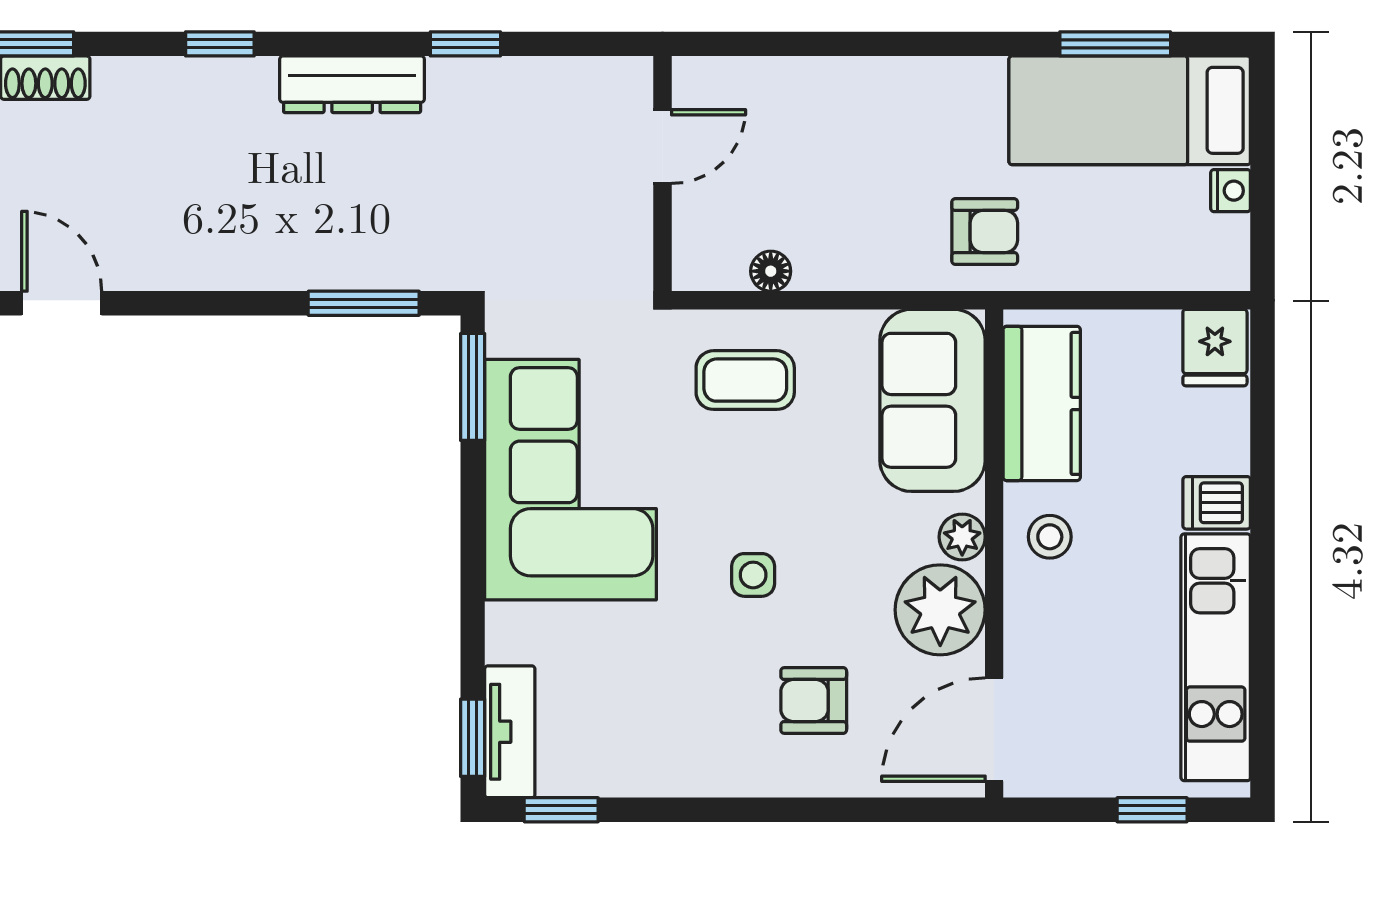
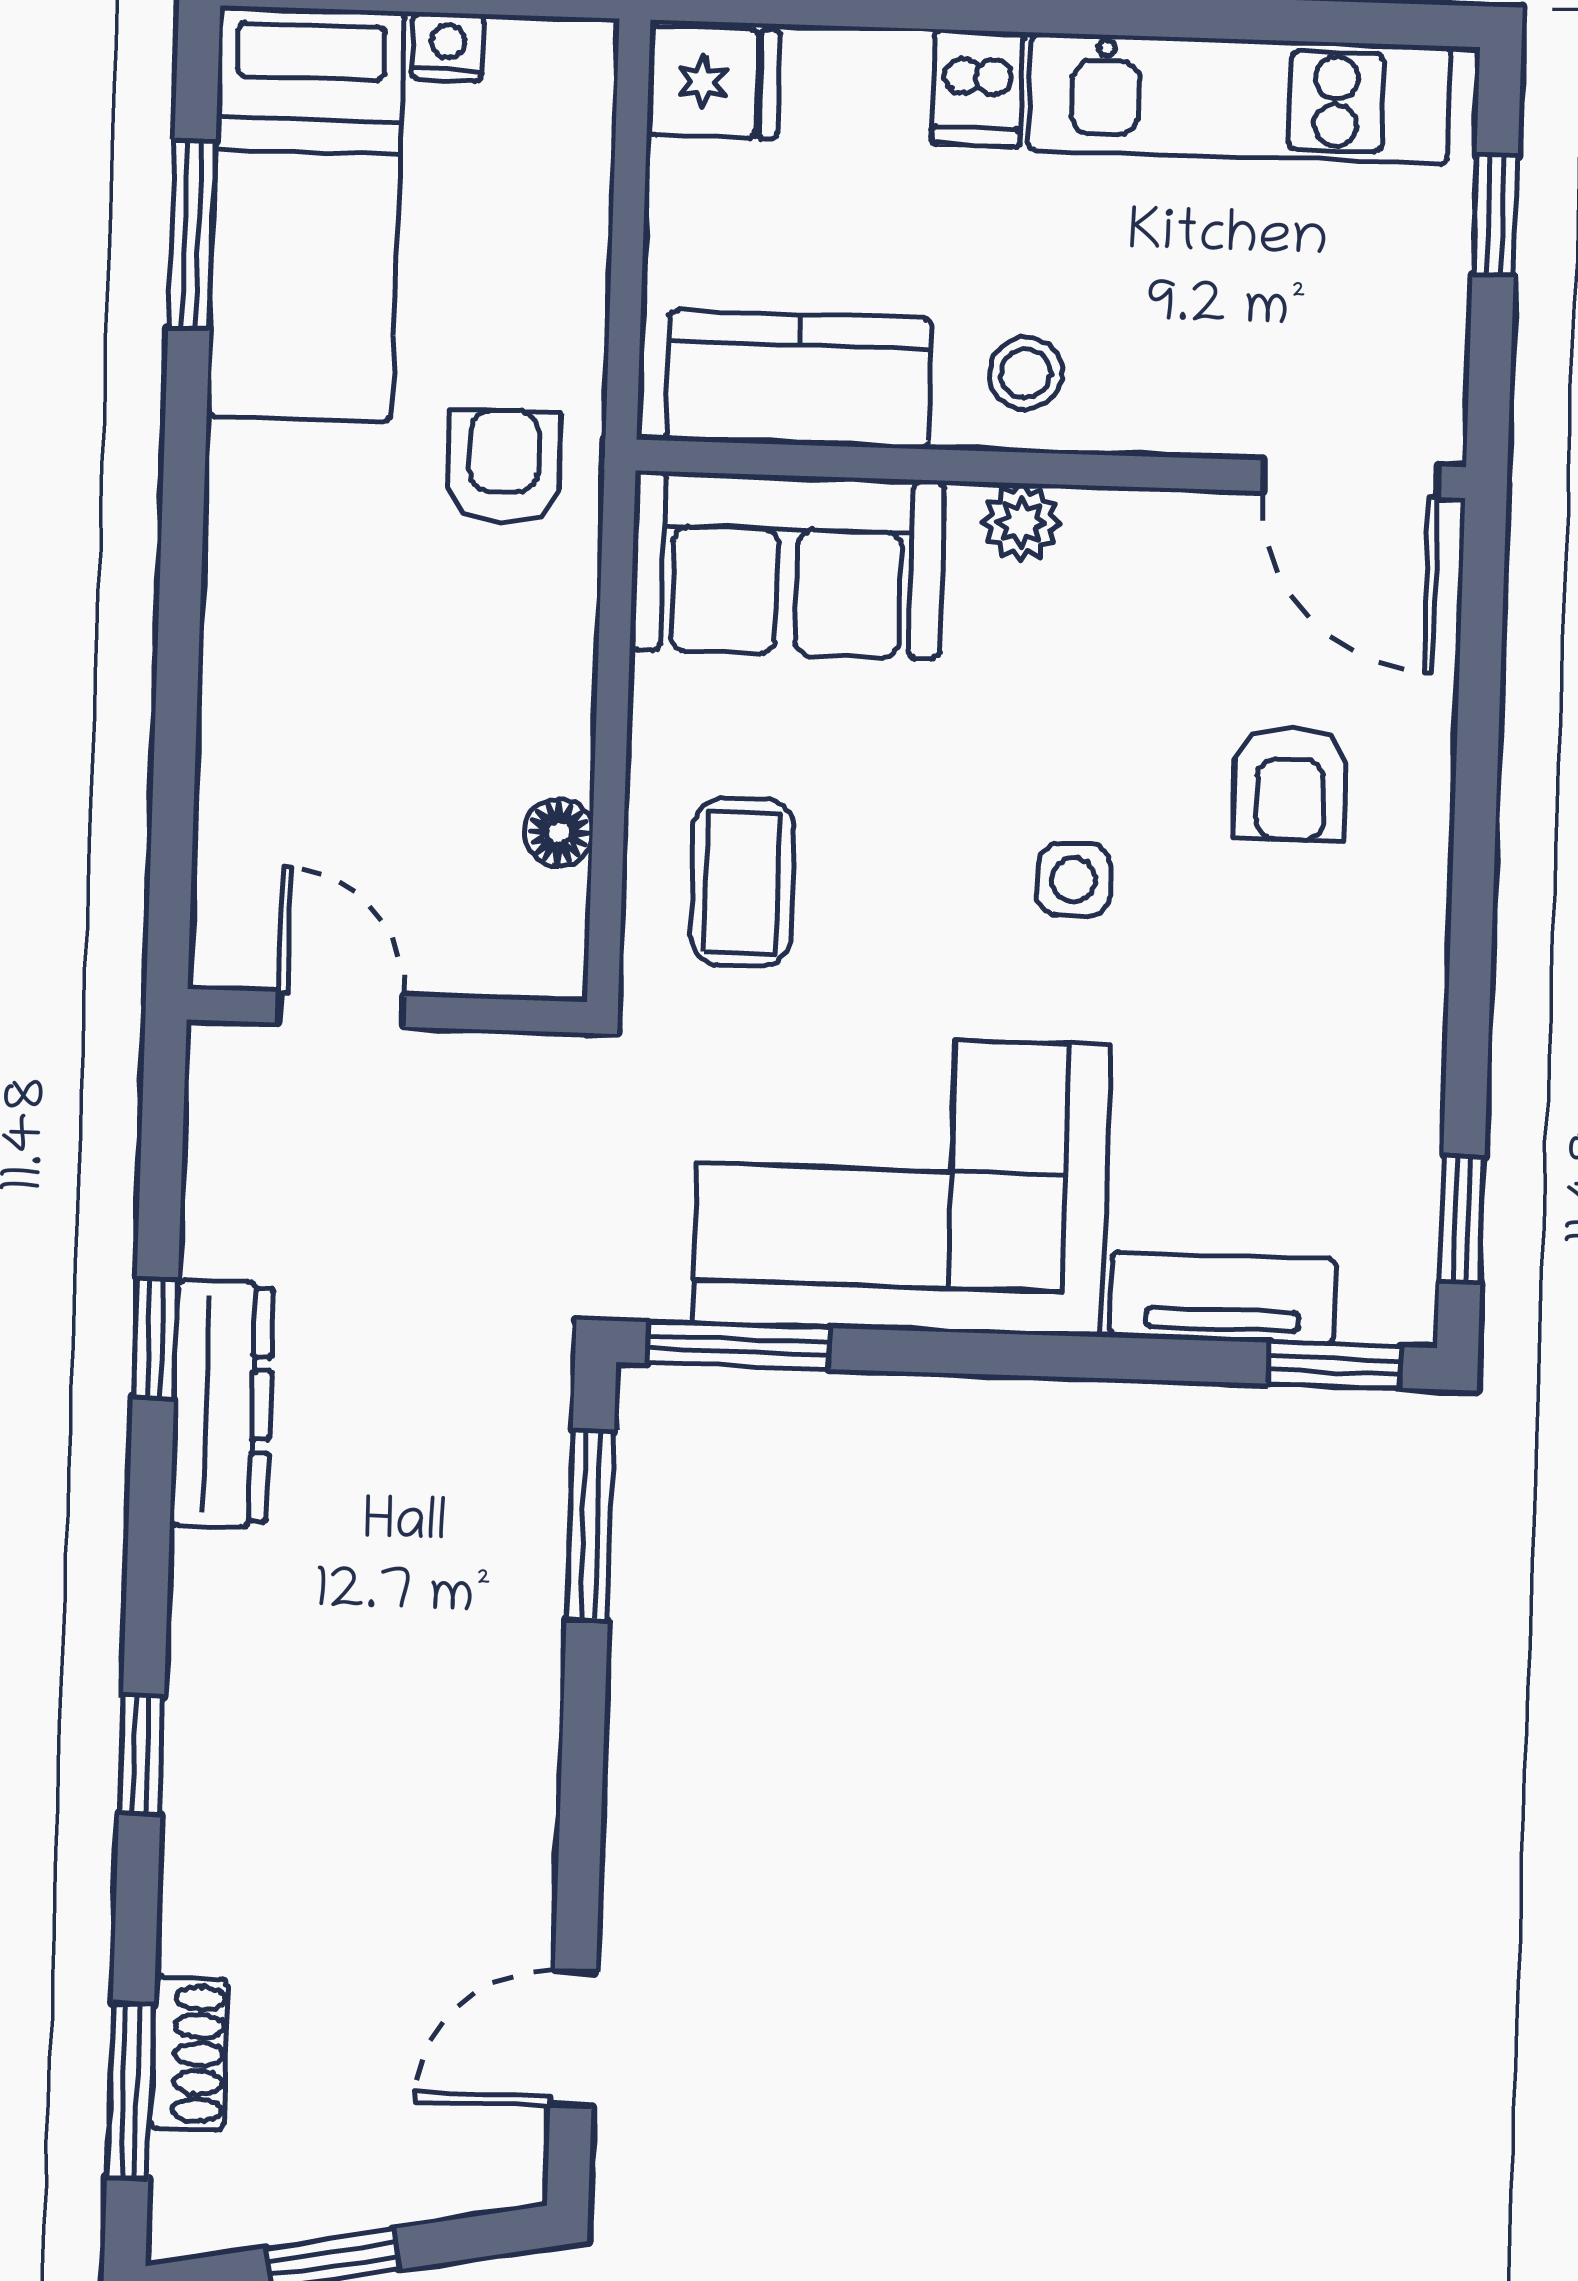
dresser: (352, 84) -> (222, 1404), moved
plant: (940, 610) -> (1143, 564), removed
tv unit: (510, 732) -> (1223, 1298), moved

